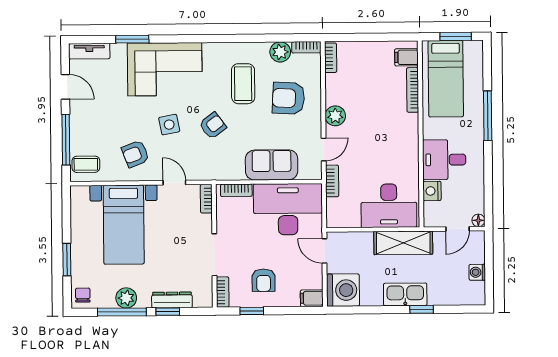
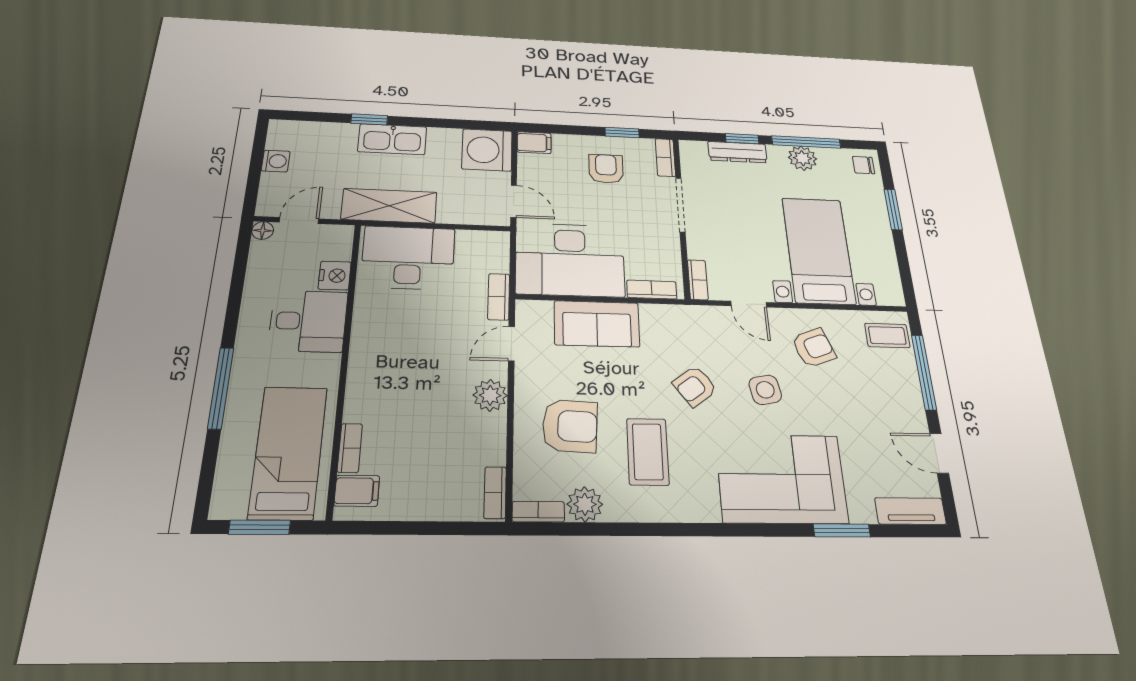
bookcase: (413, 90) -> (350, 448), width x0.64
chair: (83, 295) -> (864, 165), turned 90

